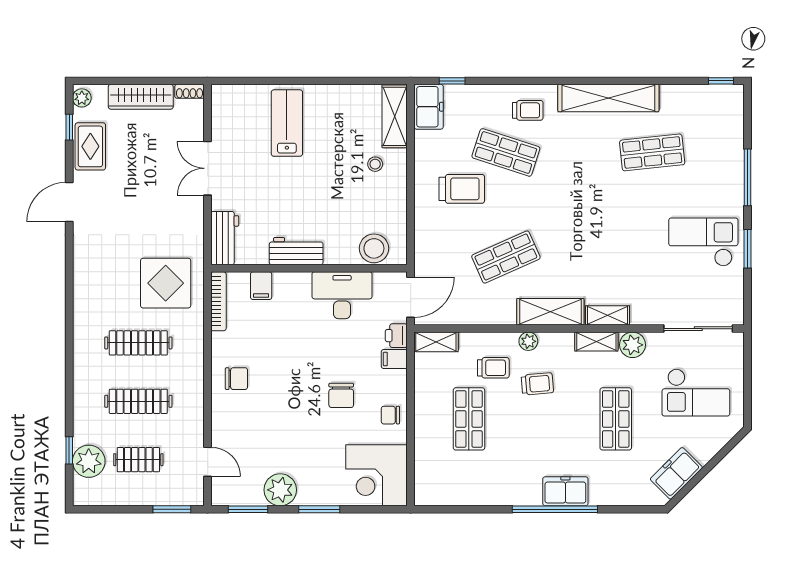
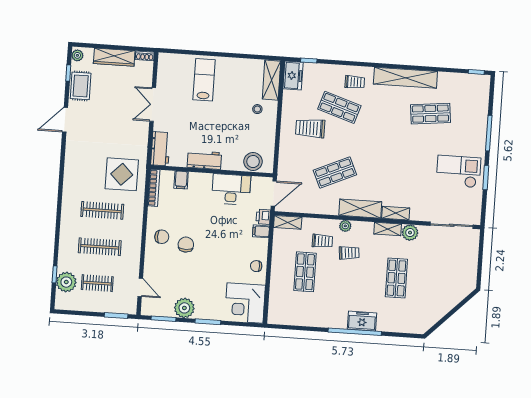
trolley: (462, 189) -> (310, 128), turned 180
checkout: (696, 392) -> (448, 265), removed
chair: (341, 395) -> (186, 245), moved, turned 180
freezer: (676, 473) -> (432, 315), removed

